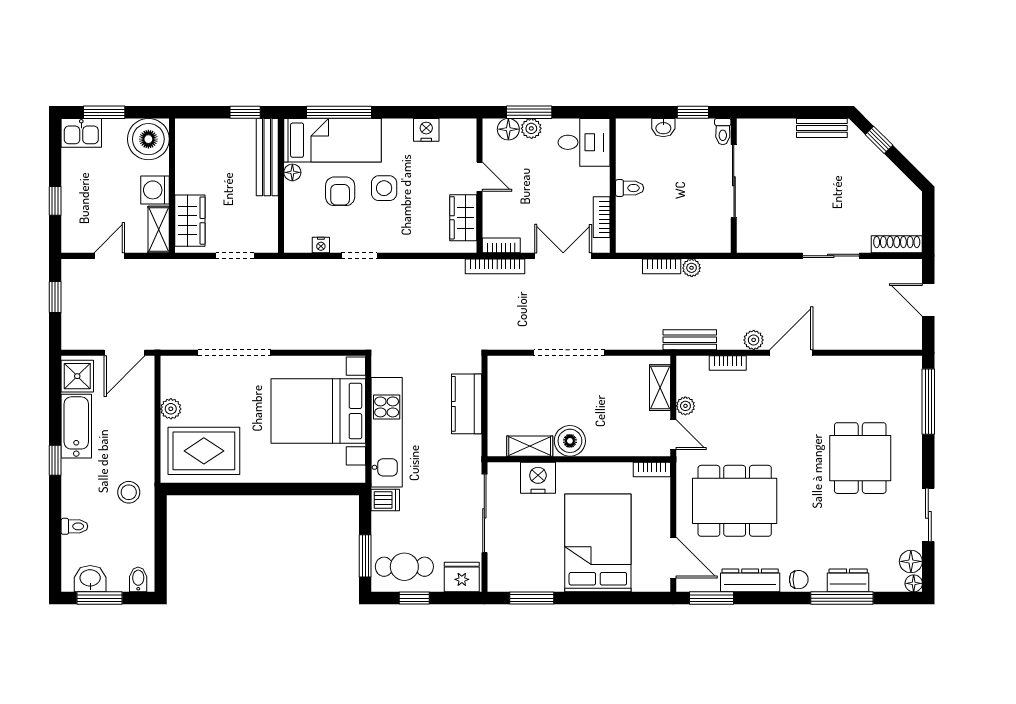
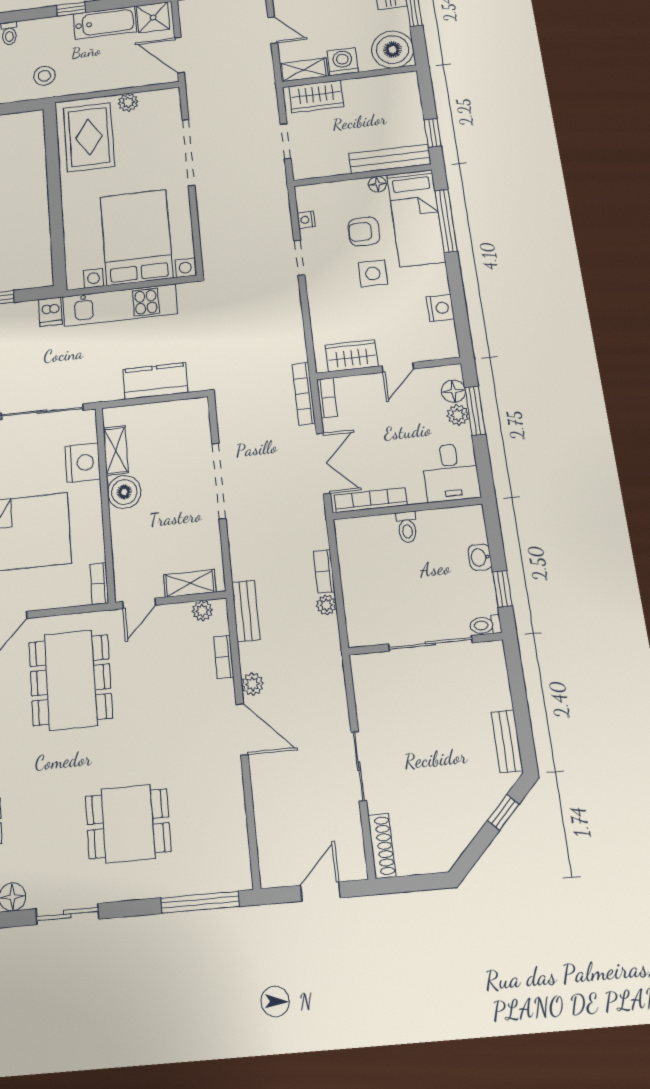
bookcase: (602, 217) -> (371, 500), width x1.56
plant: (685, 406) -> (202, 611), moved

